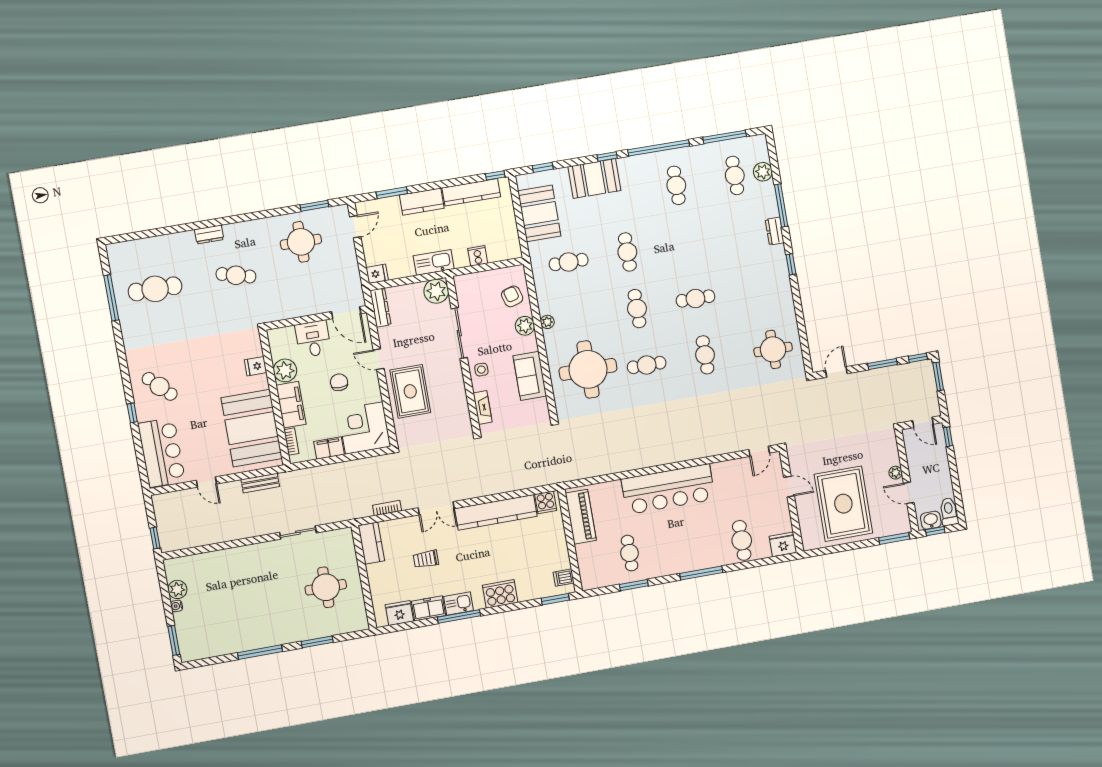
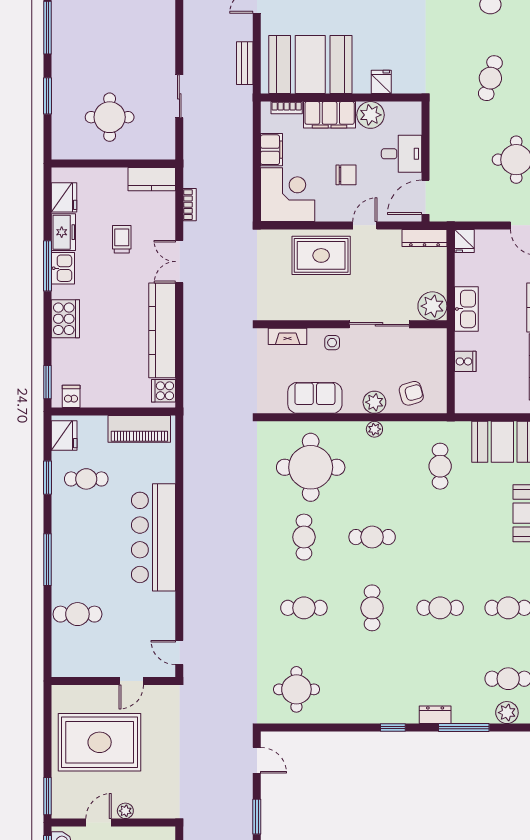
cafe table: (627, 252) -> (440, 608), moved
fridge: (783, 544) -> (64, 436), moved

